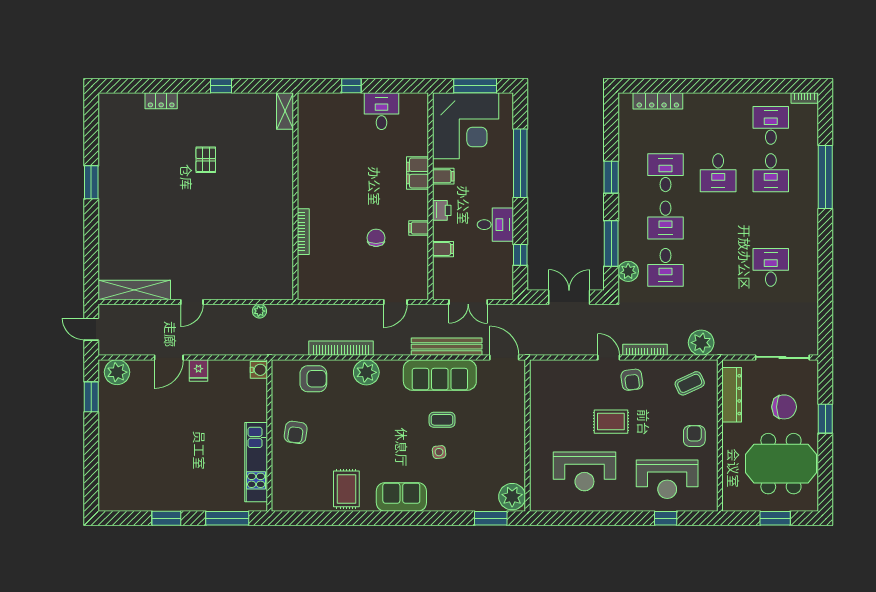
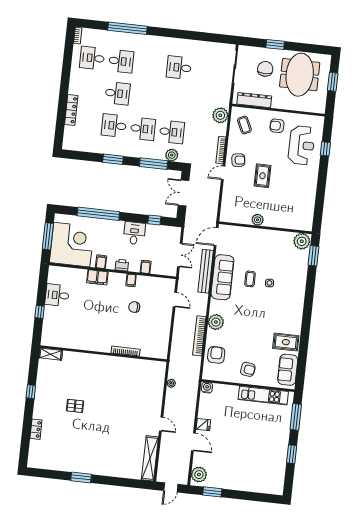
locker: (658, 101) -> (71, 110), moved
plant: (539, 421) -> (258, 220), added
reception desk: (584, 471) -> (291, 195), removed
sofa: (401, 497) -> (288, 370), moved

